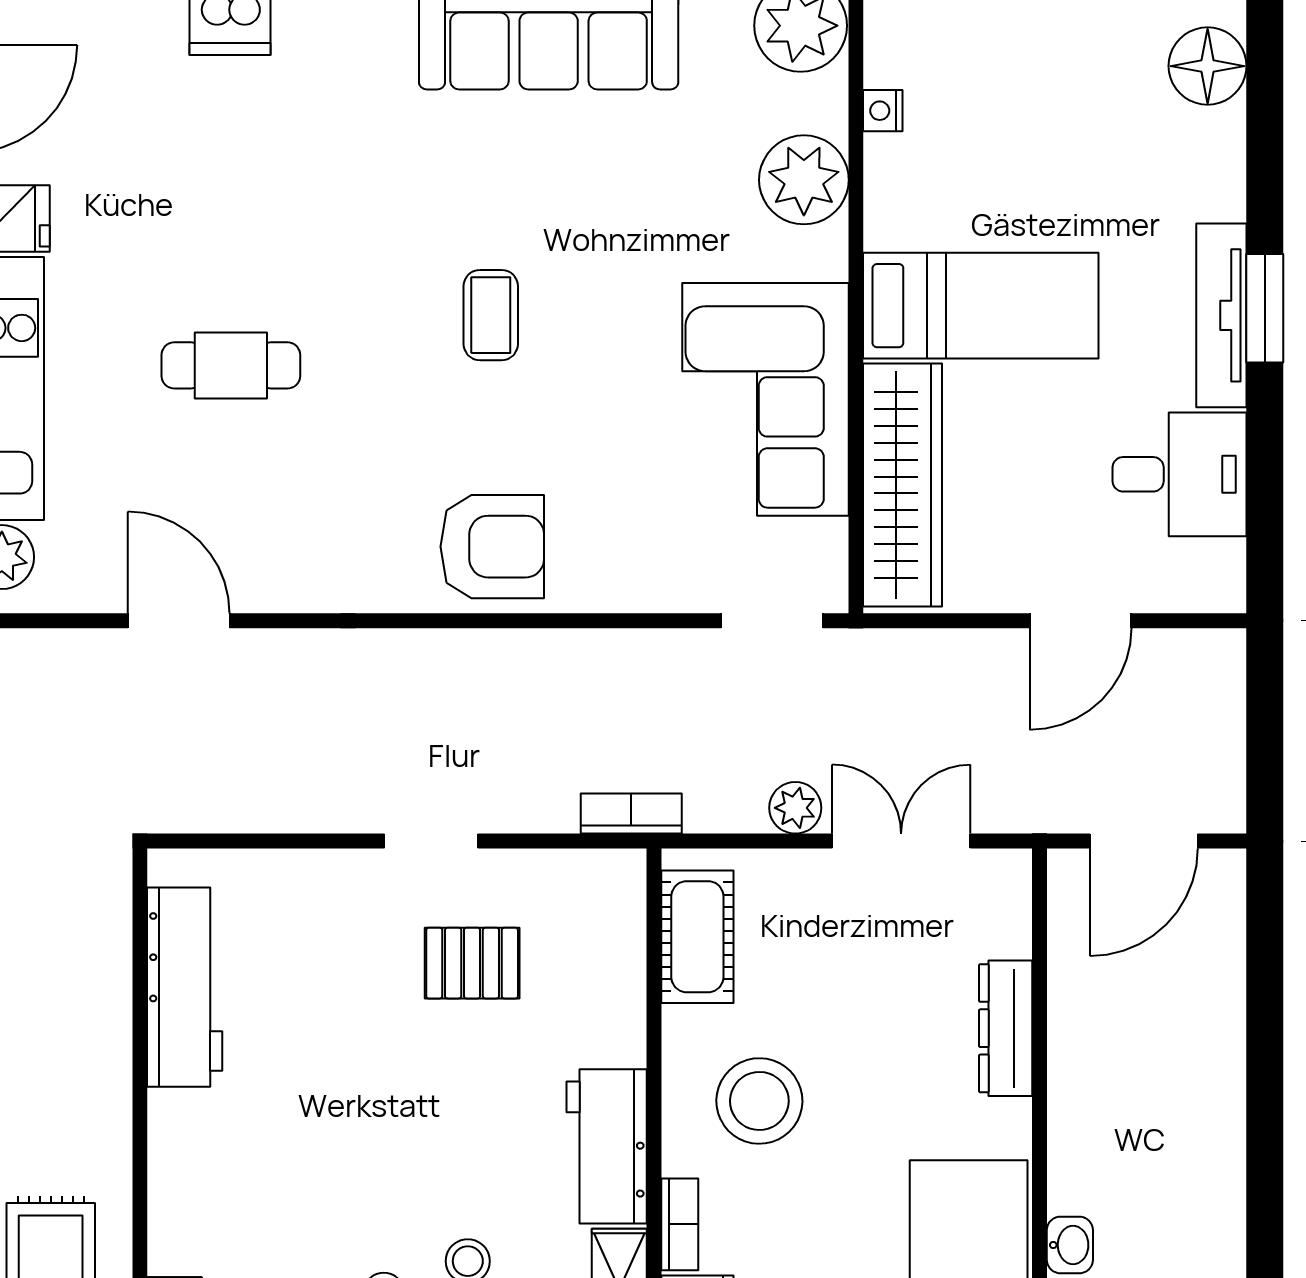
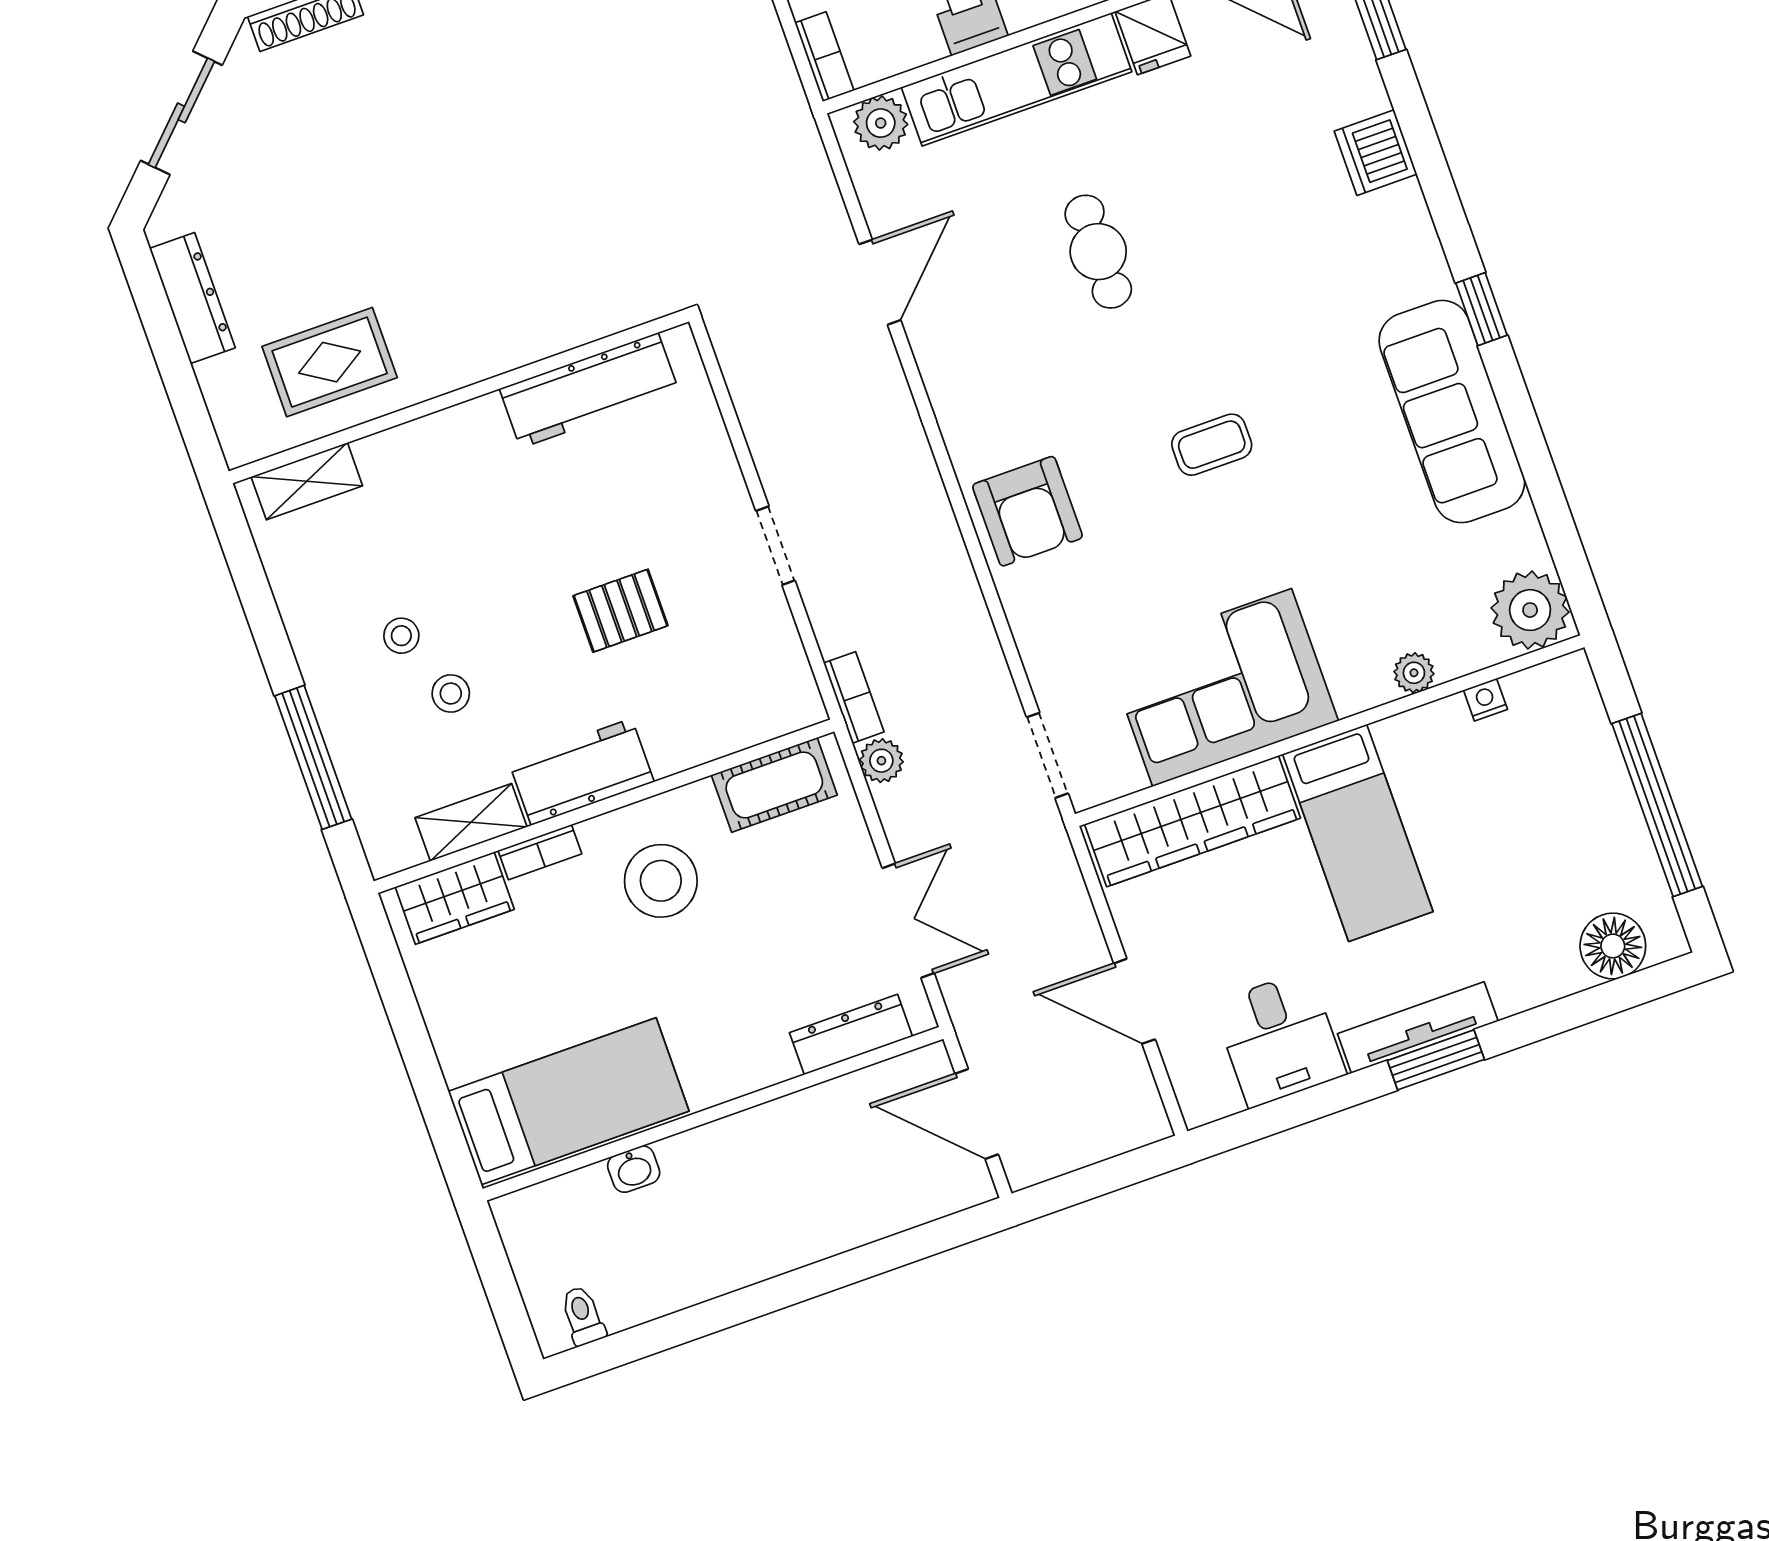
plant: (804, 180) -> (1414, 673), width x0.53, depth x0.53
plant: (795, 808) -> (881, 761), moved
pallet: (472, 963) -> (621, 611), moved, turned 90
dresser: (1006, 1028) -> (851, 1035), moved

